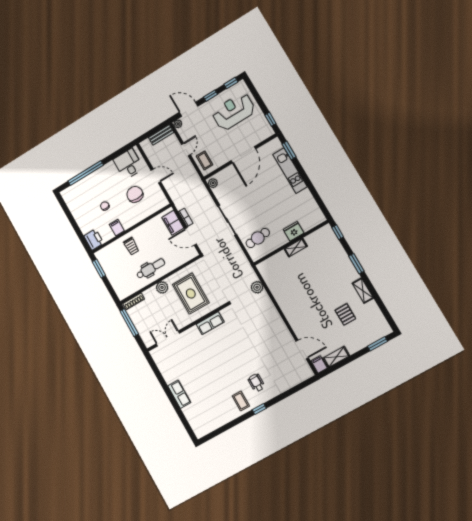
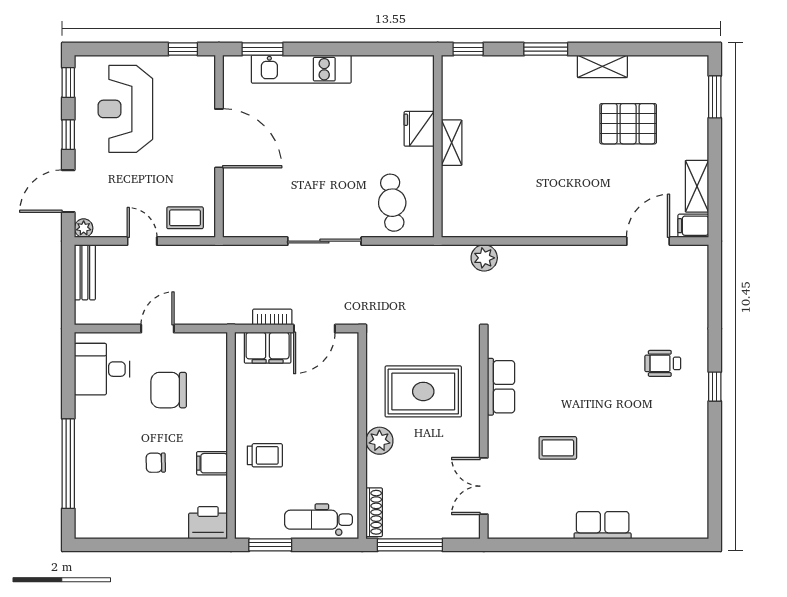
plant: (213, 183) -> (238, 227), removed
dental chair: (151, 269) -> (318, 520), moved, turned -90
pallet: (345, 314) -> (628, 124), width x1.50, depth x1.42
coffee table: (241, 401) -> (558, 448), moved

